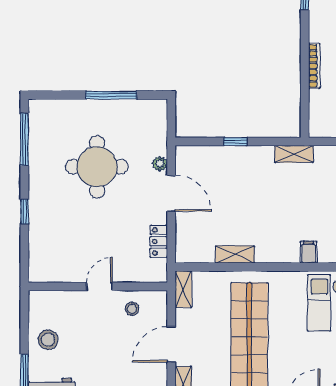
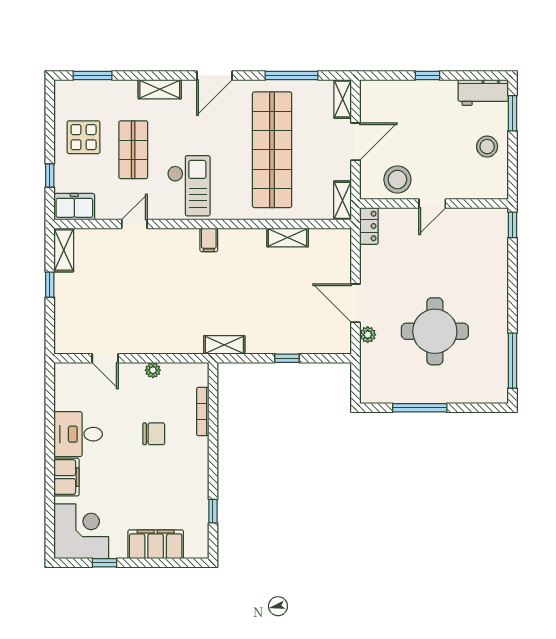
bookcase: (314, 66) -> (203, 411), moved
window: (24, 212) -> (512, 225), moved
locker: (159, 241) -> (369, 226), moved
stool: (132, 309) -> (397, 180), width x1.89, depth x1.89

